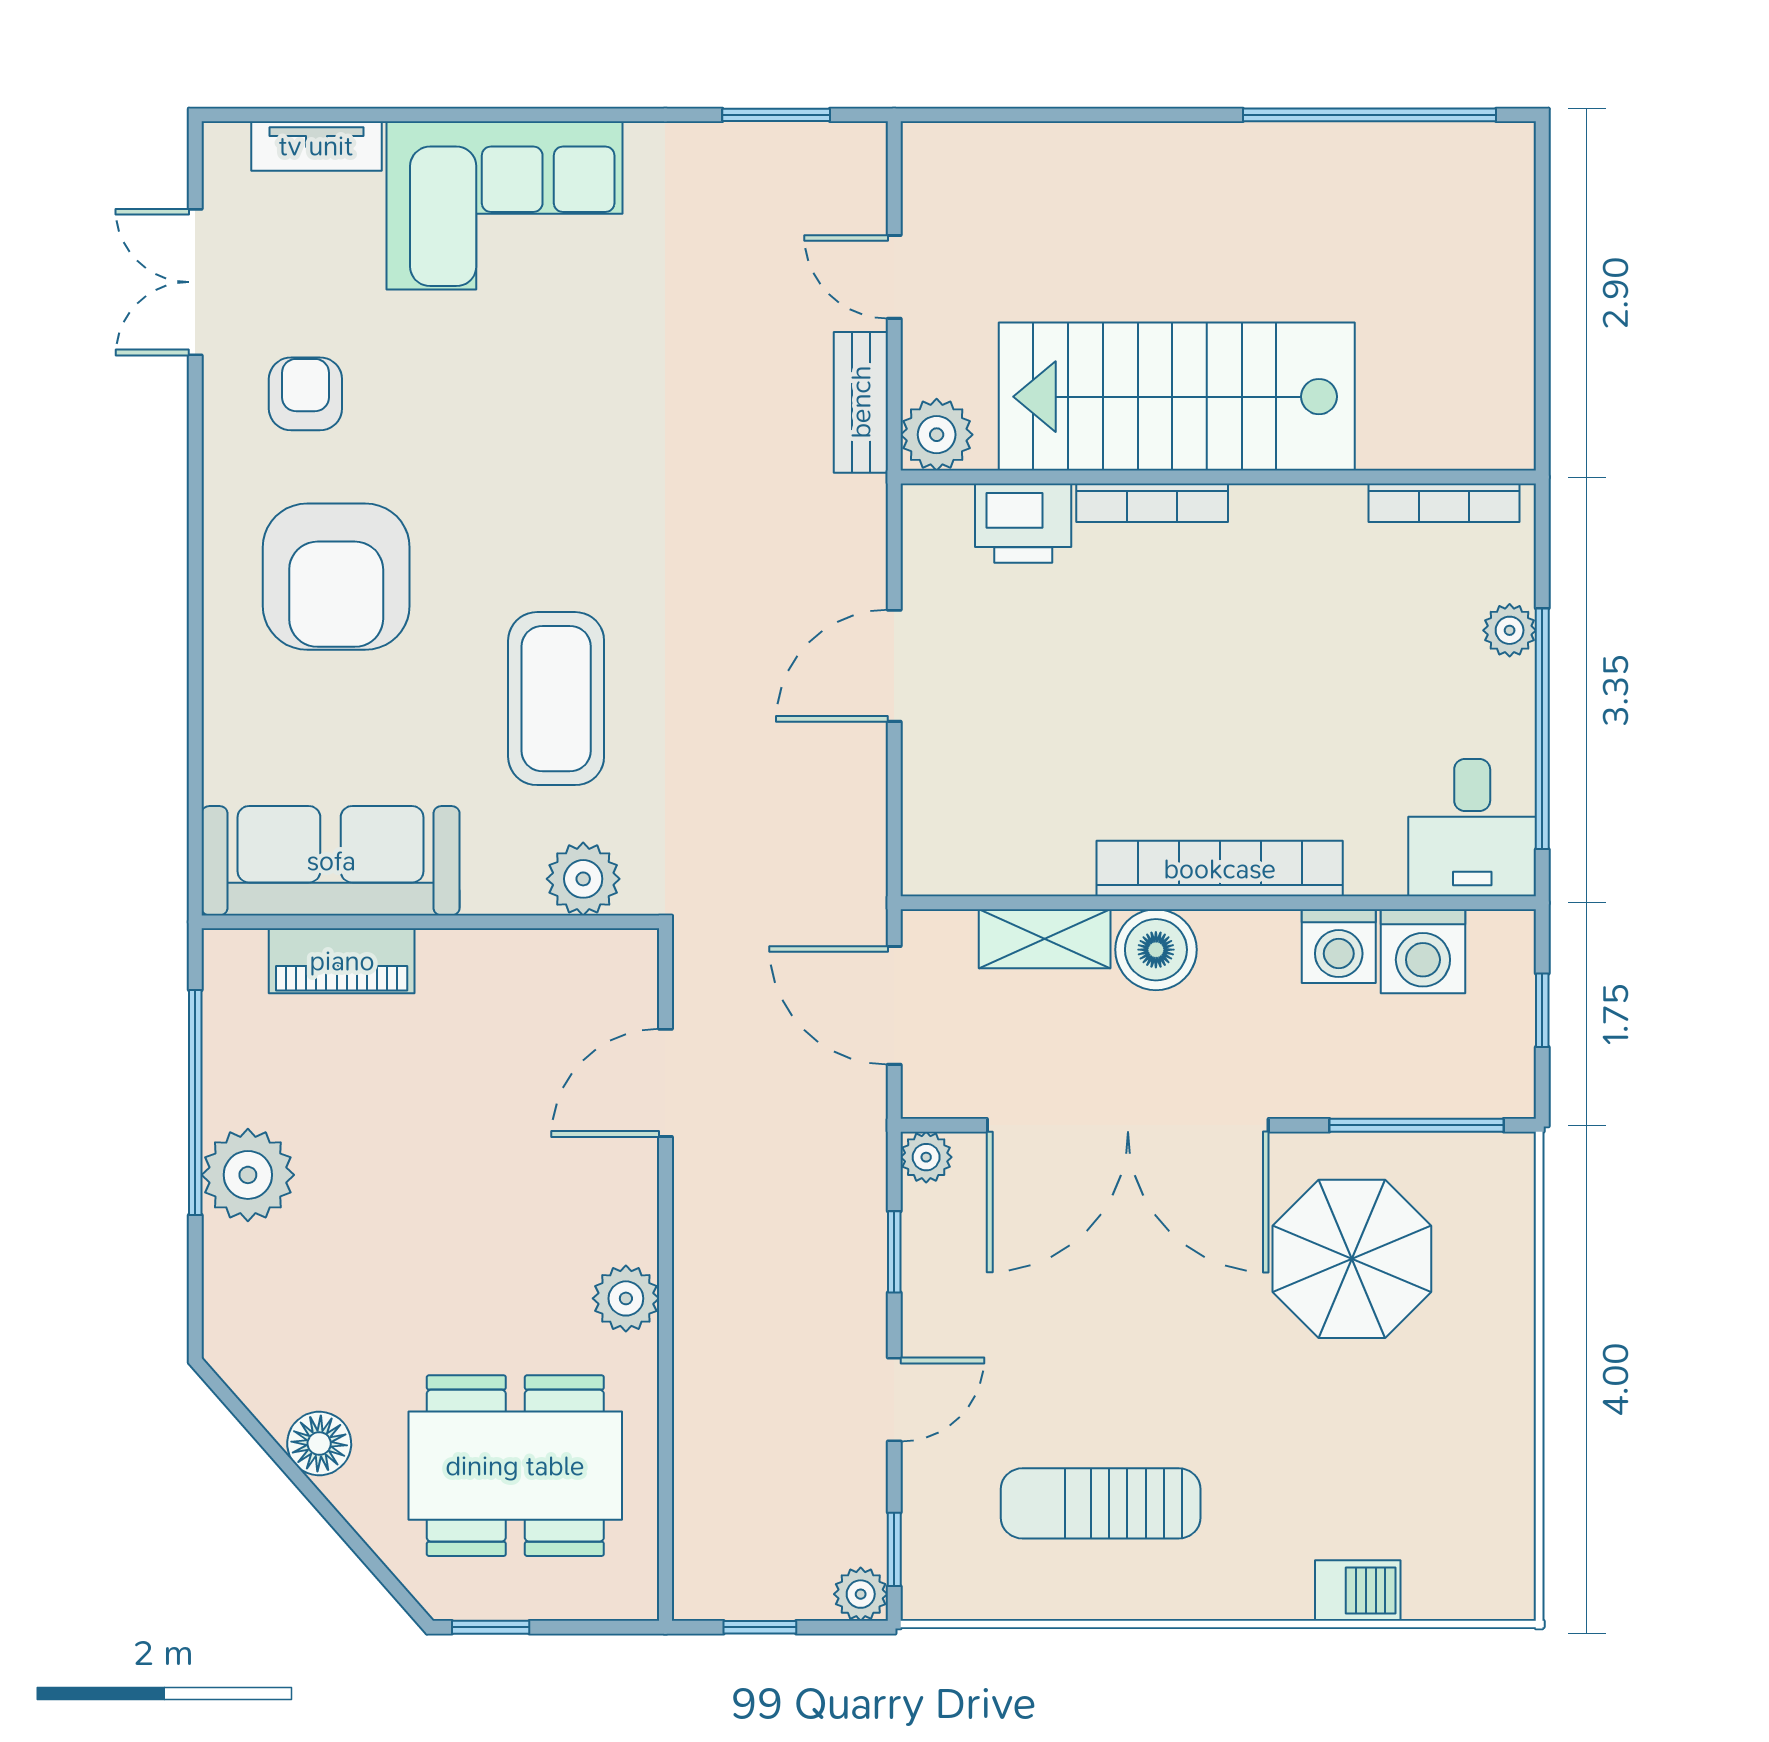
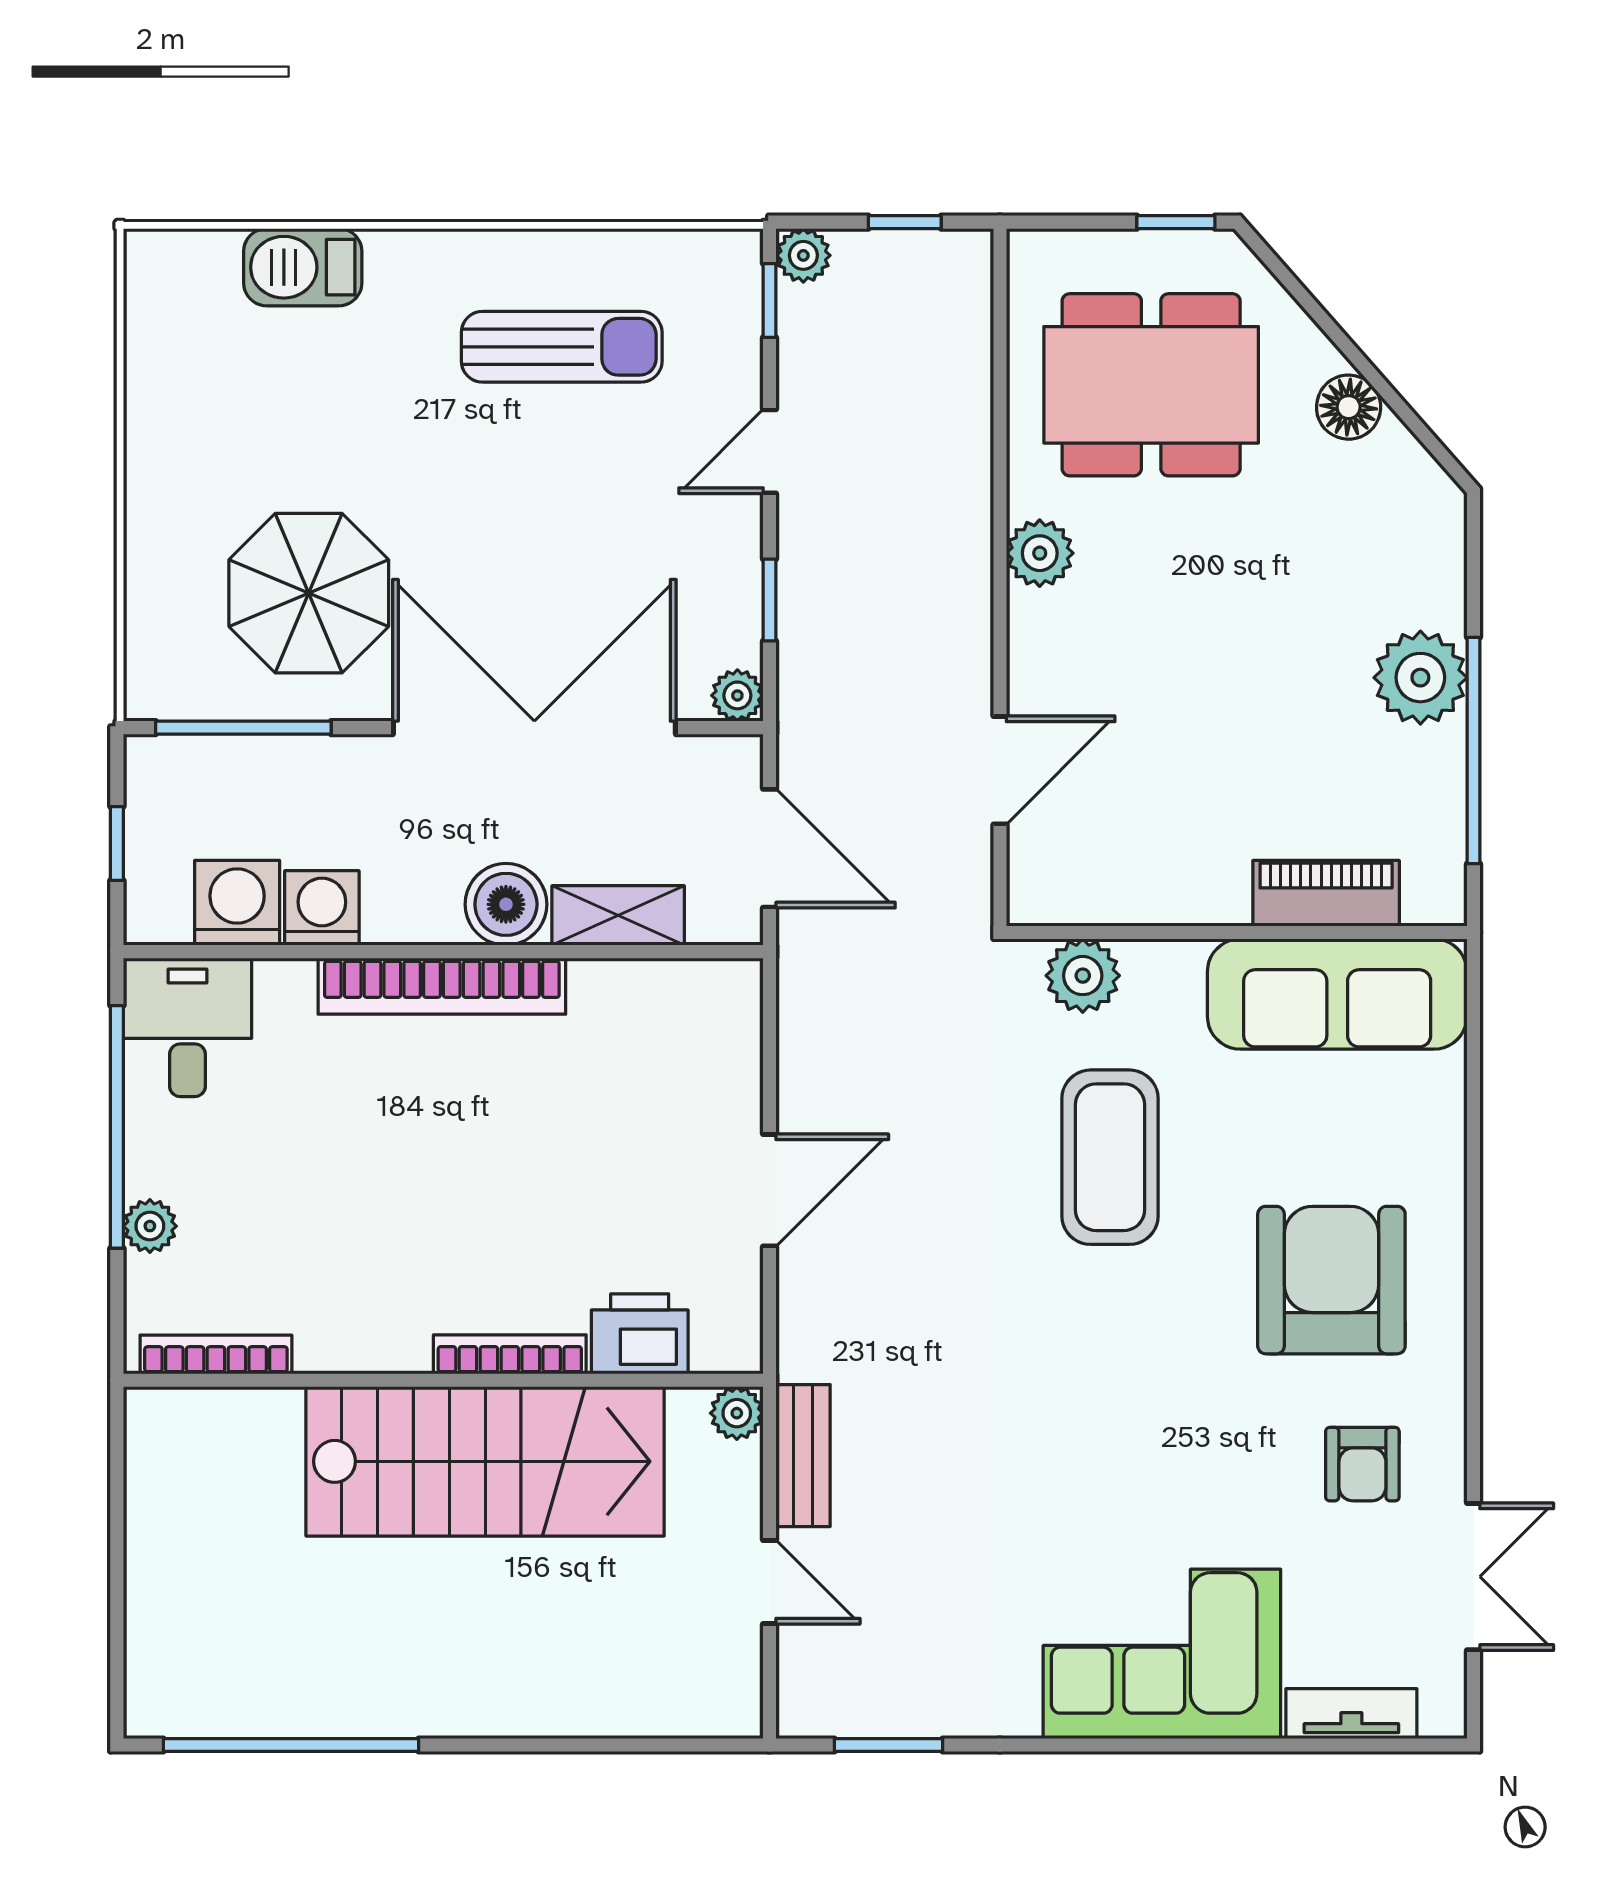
plant: (937, 435) -> (737, 1413), width x0.73, depth x0.73
barbecue: (1358, 1591) -> (303, 267), width x1.38, depth x1.27

